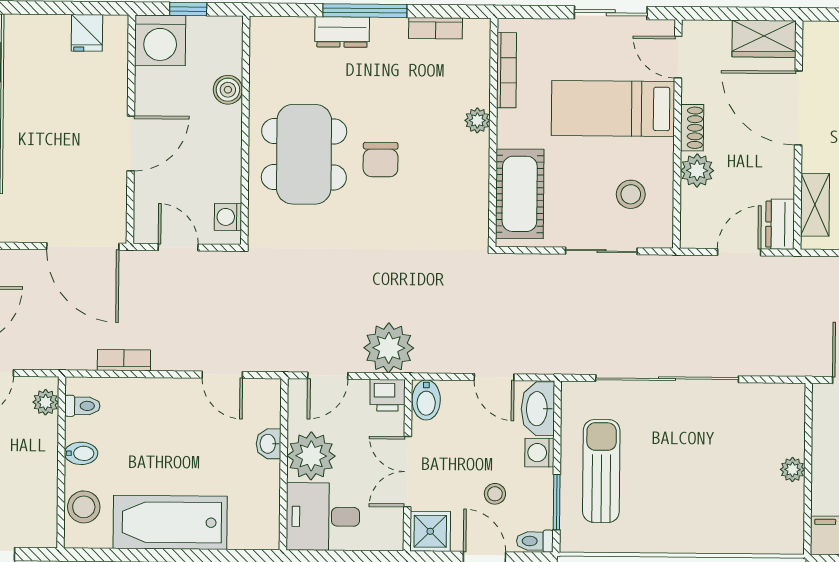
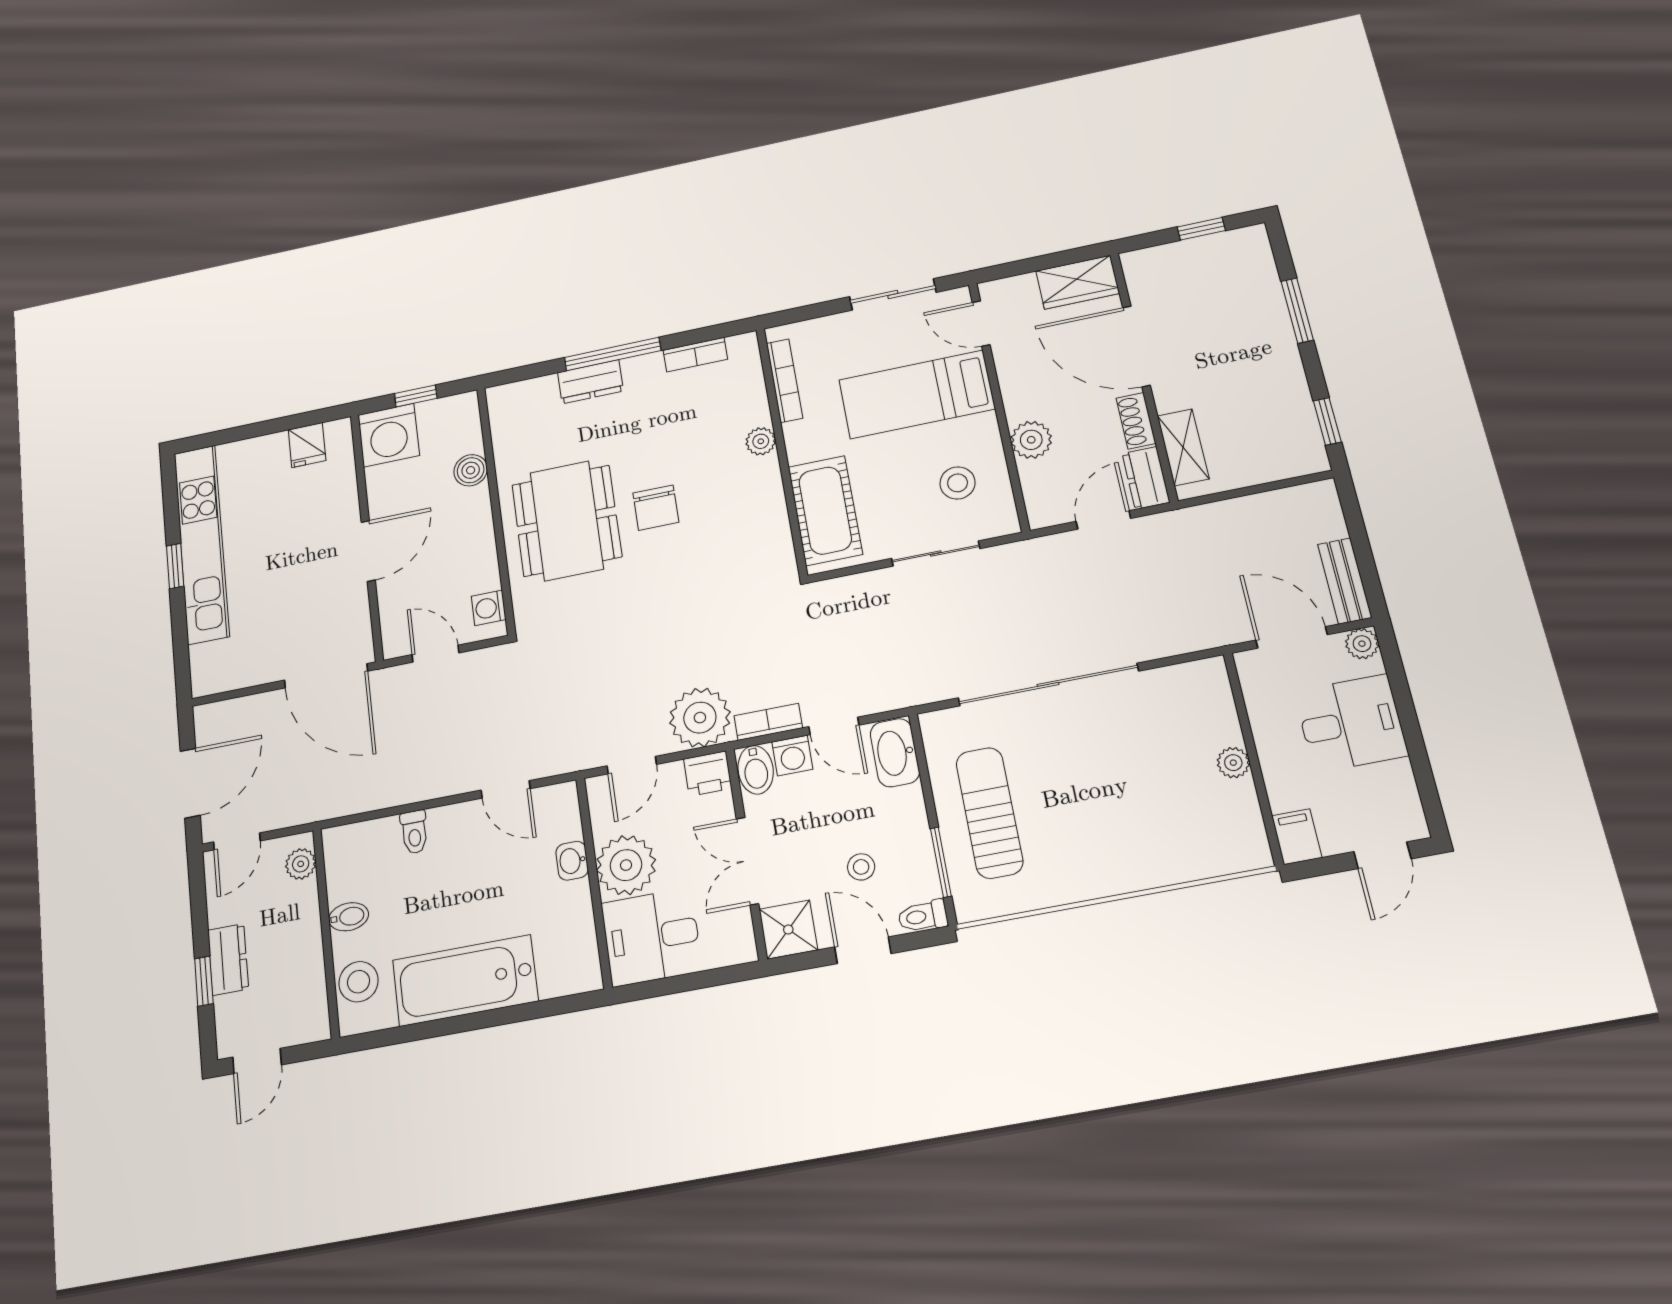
shoe rack: (692, 128) -> (1136, 421), moved, turned 180
bookcase: (124, 360) -> (768, 722), moved
toilet: (82, 406) -> (414, 832), moved, turned 90
washing machine: (540, 453) -> (792, 756), moved, turned -90

